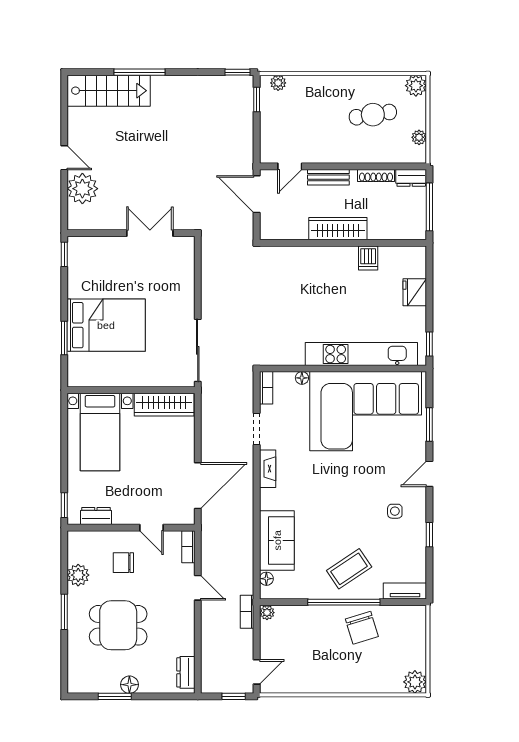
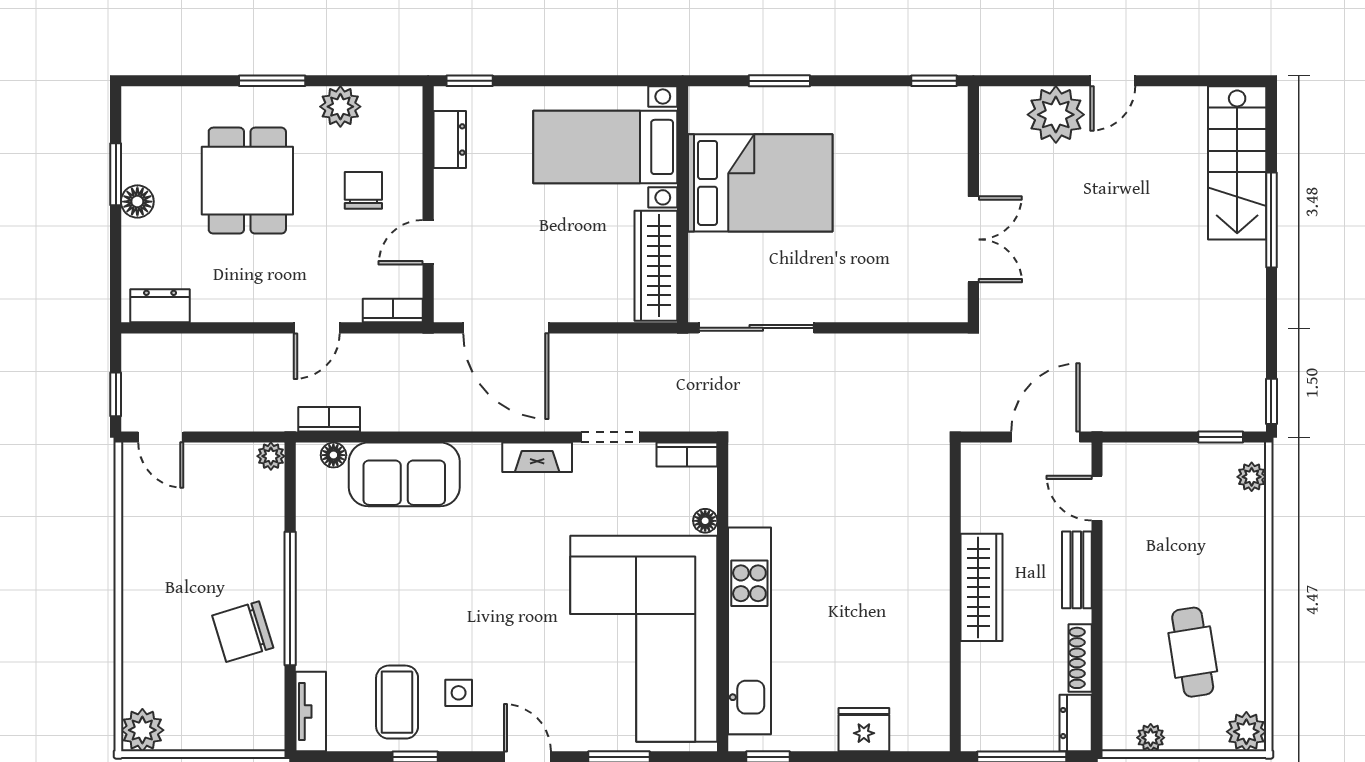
dishwasher: (368, 258) -> (927, 643), removed
bed: (106, 325) -> (760, 183), moved, turned -90
coffee table: (349, 569) -> (397, 702), moved, turned 34
bookcase: (247, 612) -> (329, 419), moved

